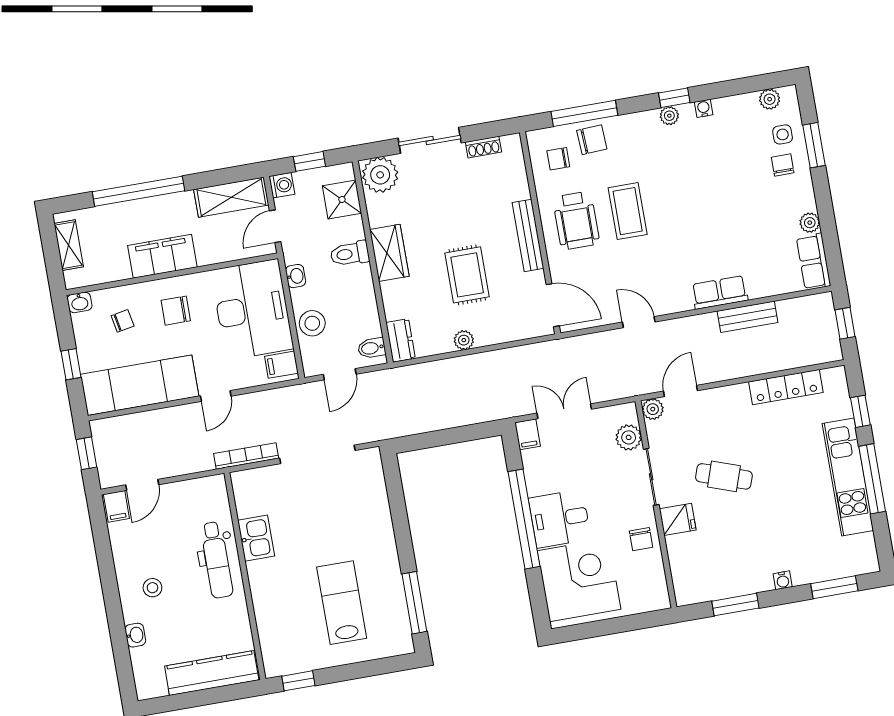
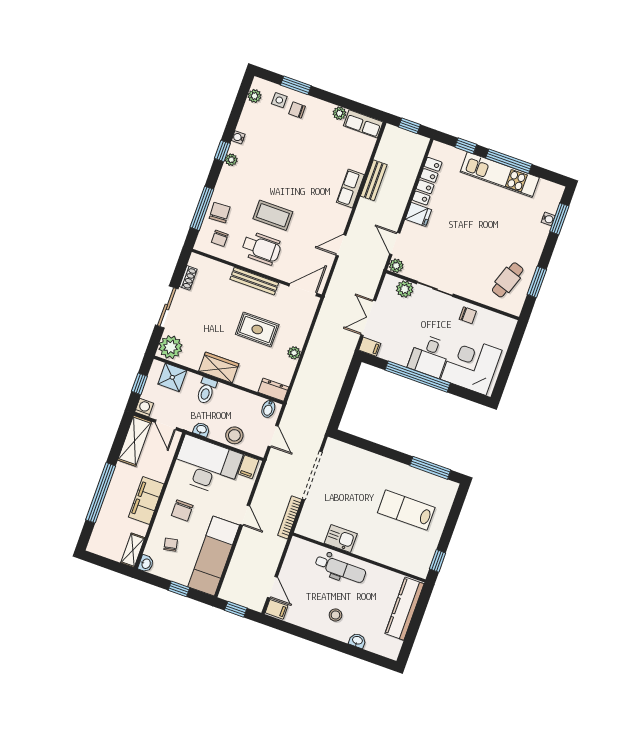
shelving: (69, 245) -> (133, 550), moved, turned 90
cafe table: (724, 476) -> (508, 280), moved
fridge: (678, 519) -> (418, 214), moved, turned 90
water cooler: (783, 580) -> (548, 219), moved

